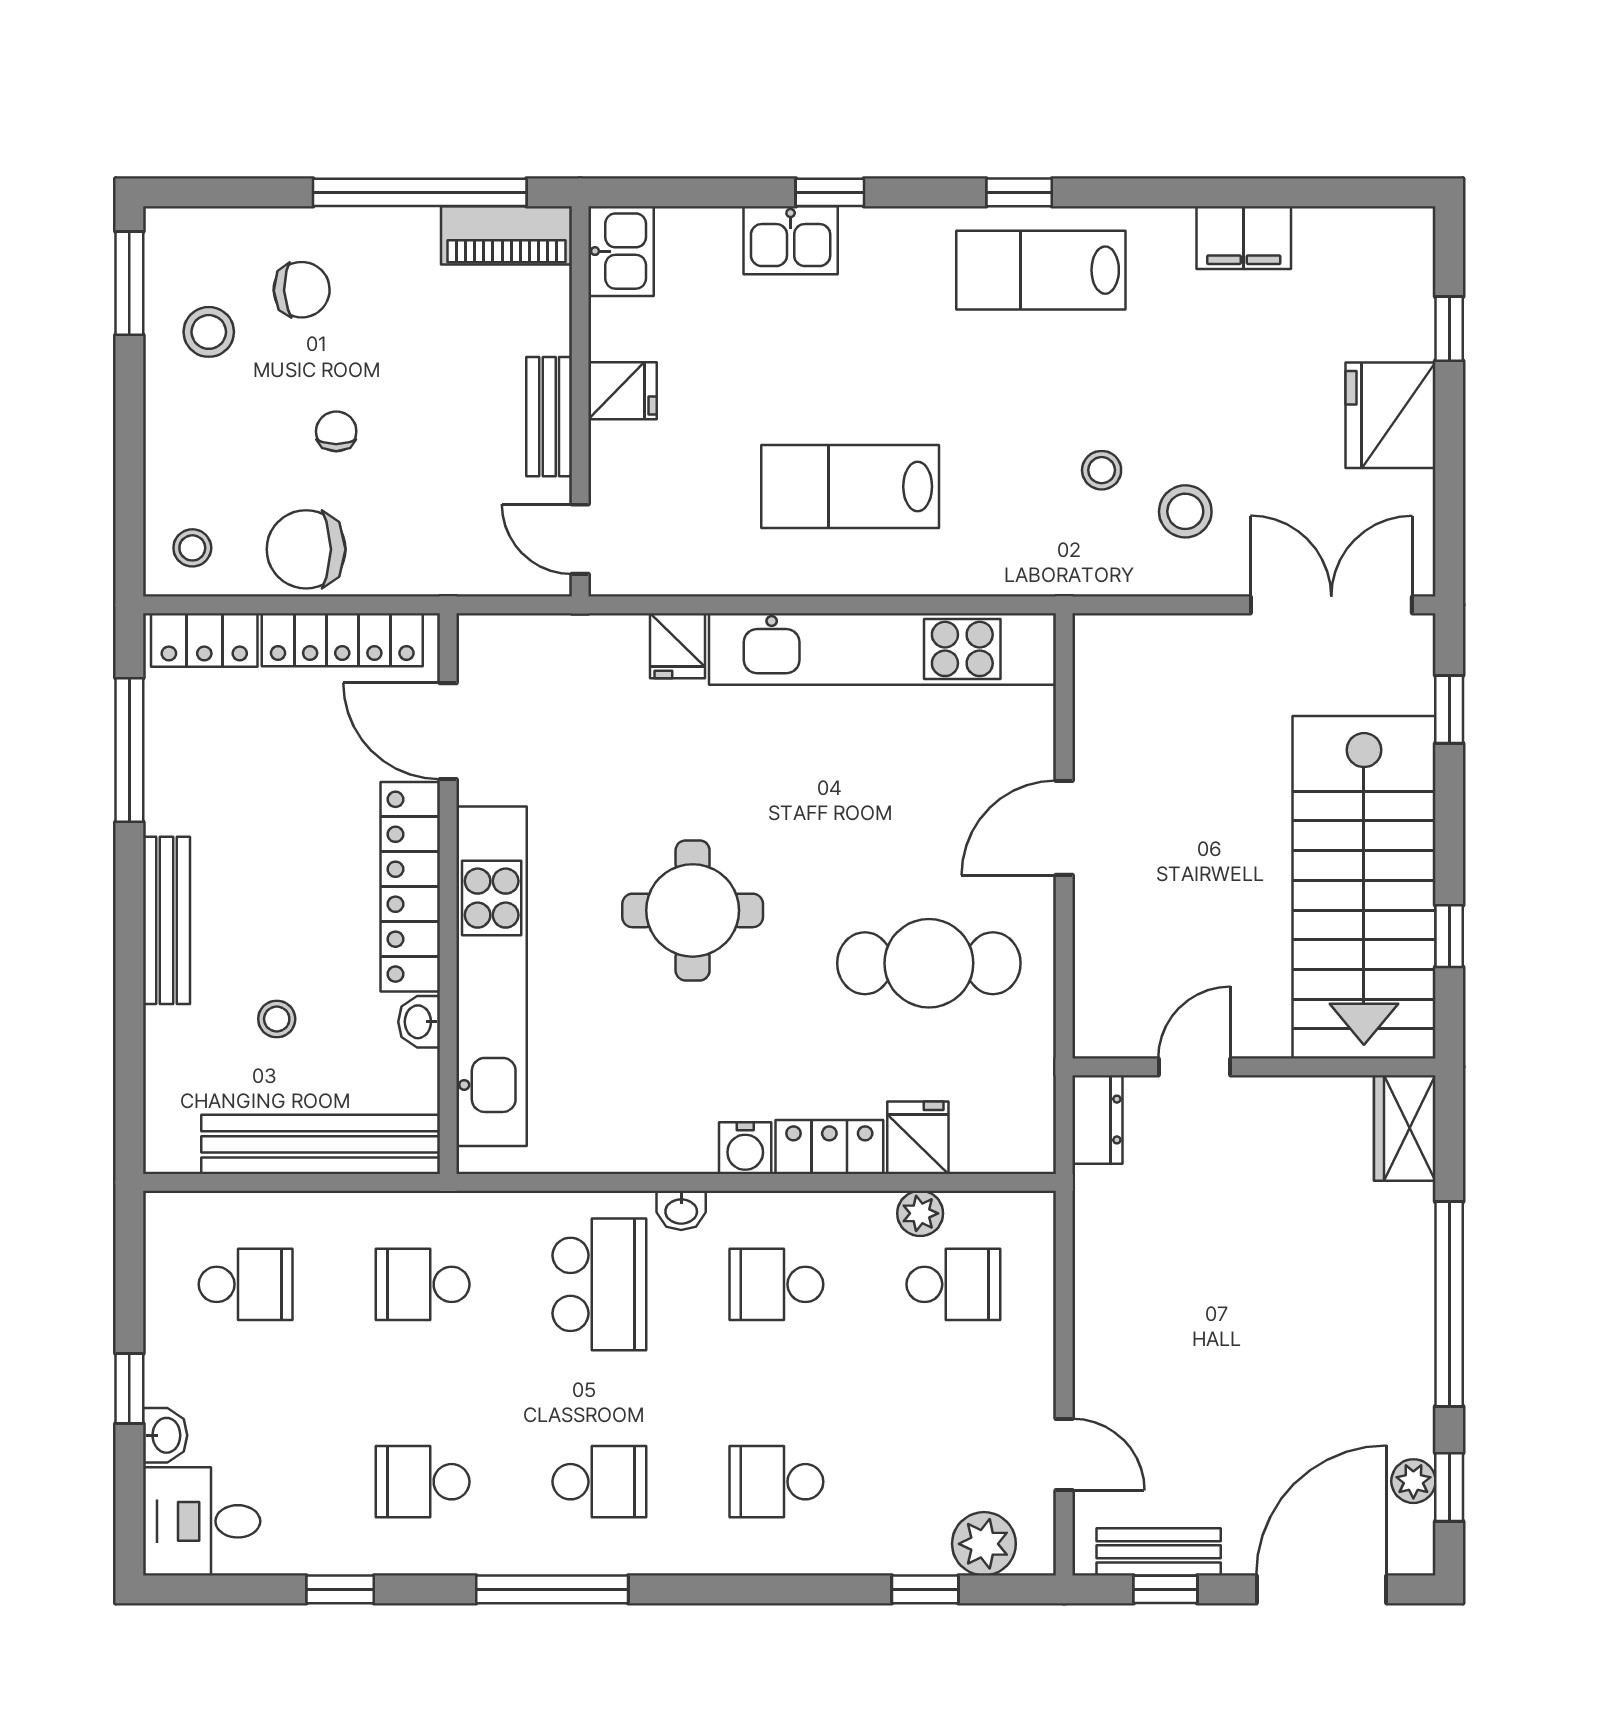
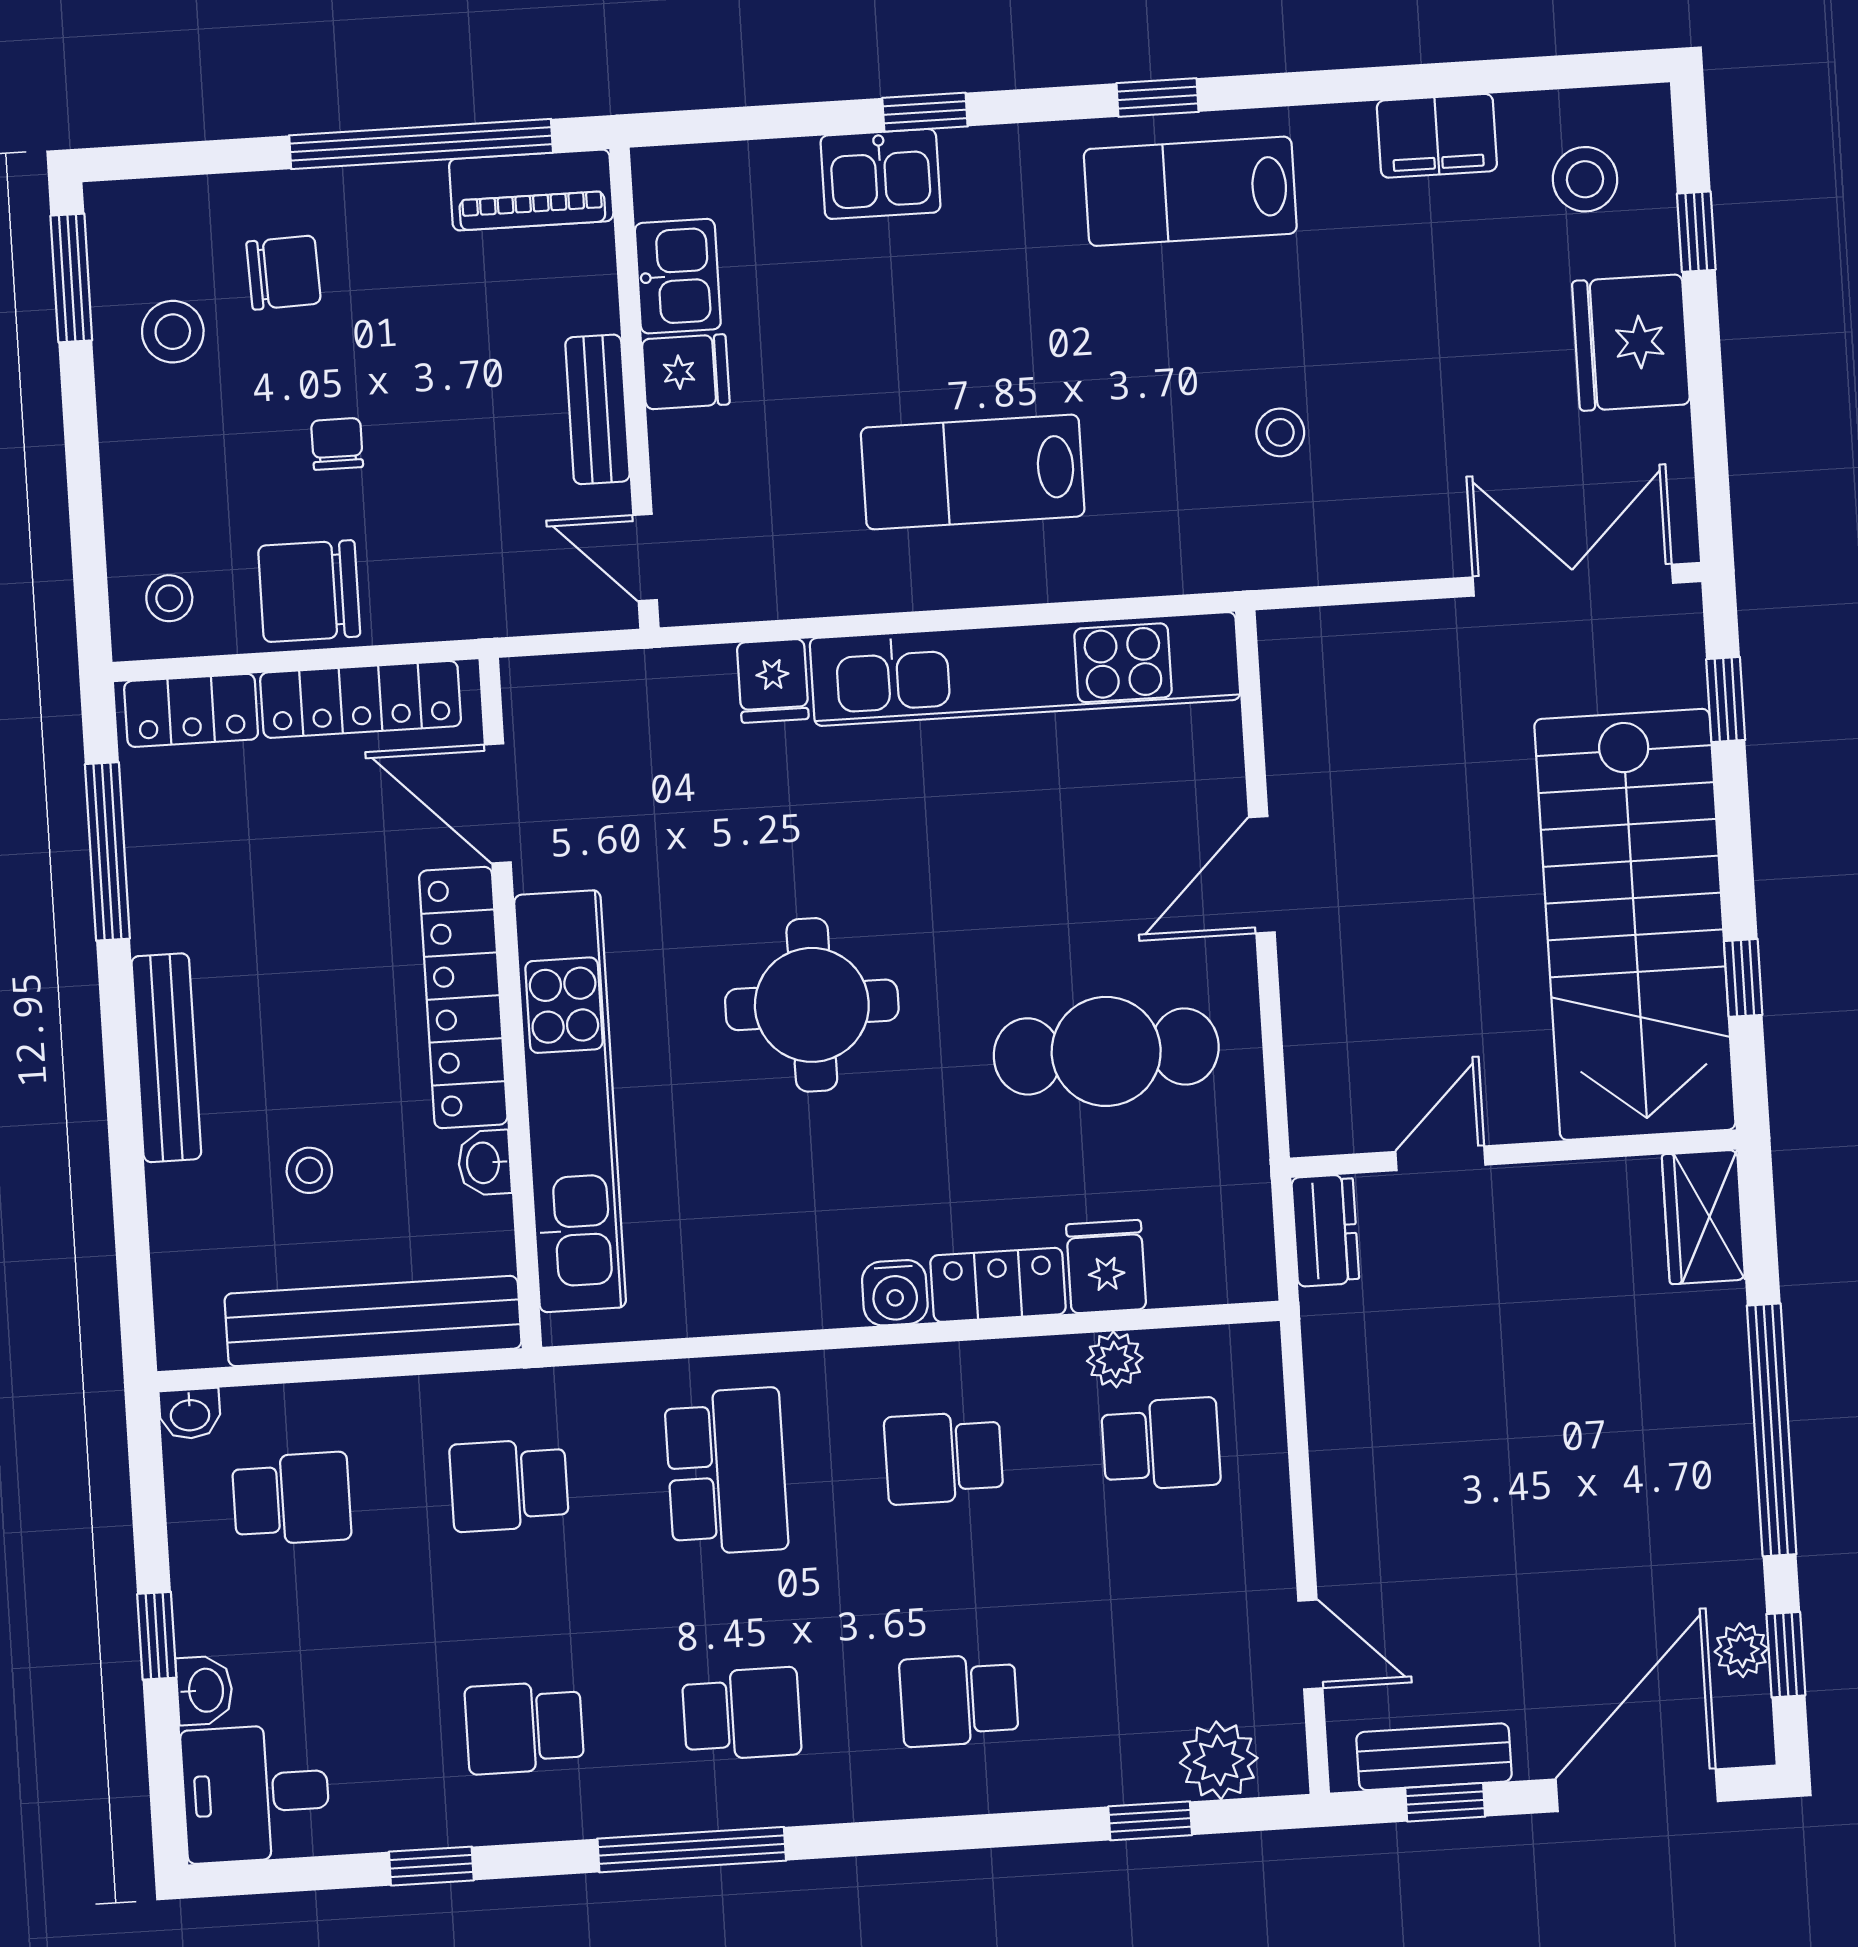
kitchen sink: (621, 251) -> (678, 276), moved
stool: (1185, 511) -> (1585, 179), moved
washbasin: (681, 1210) -> (190, 1414), moved

